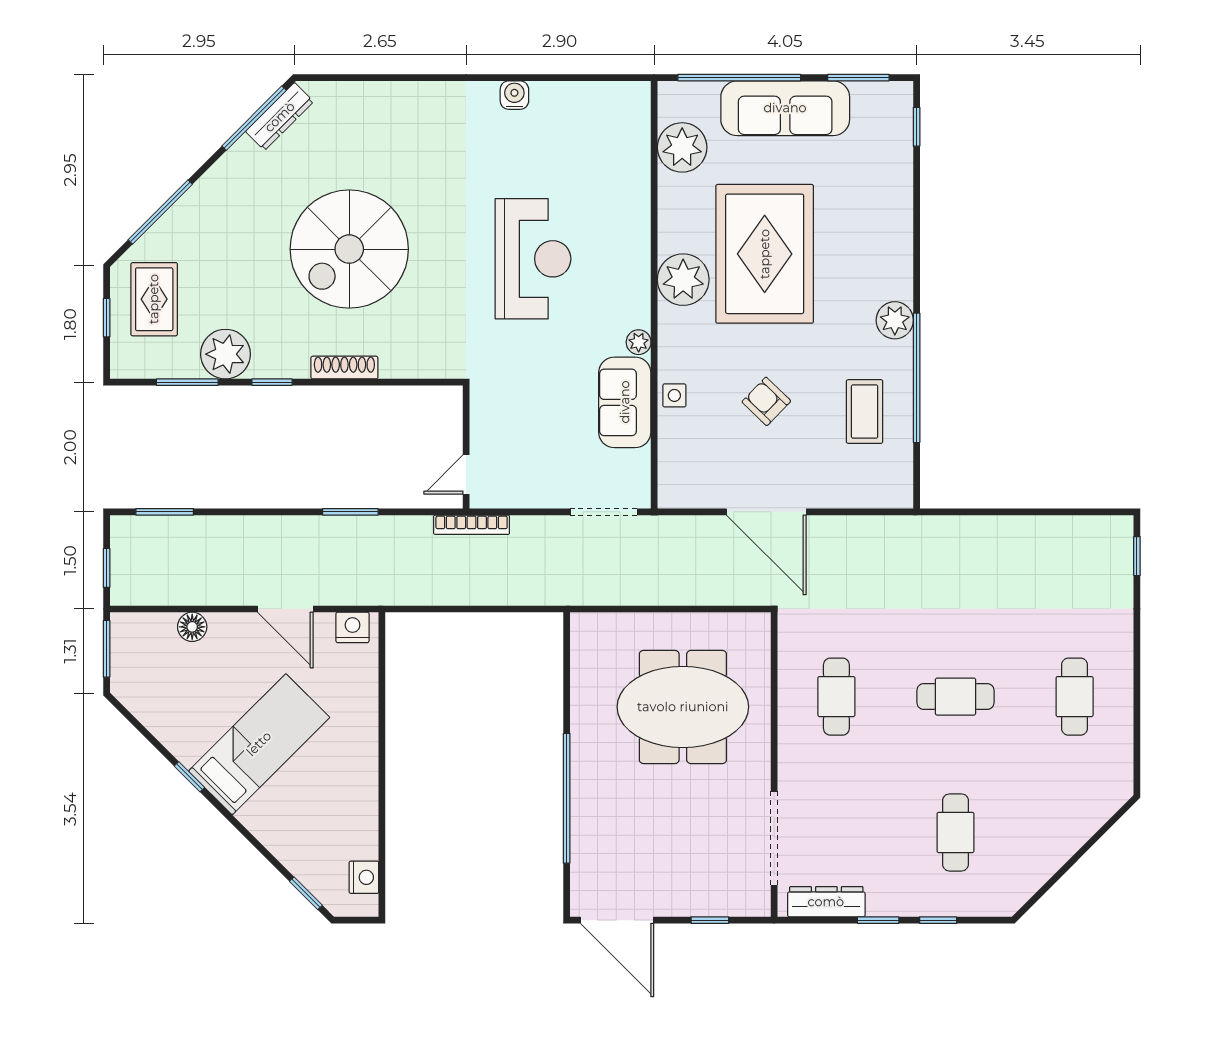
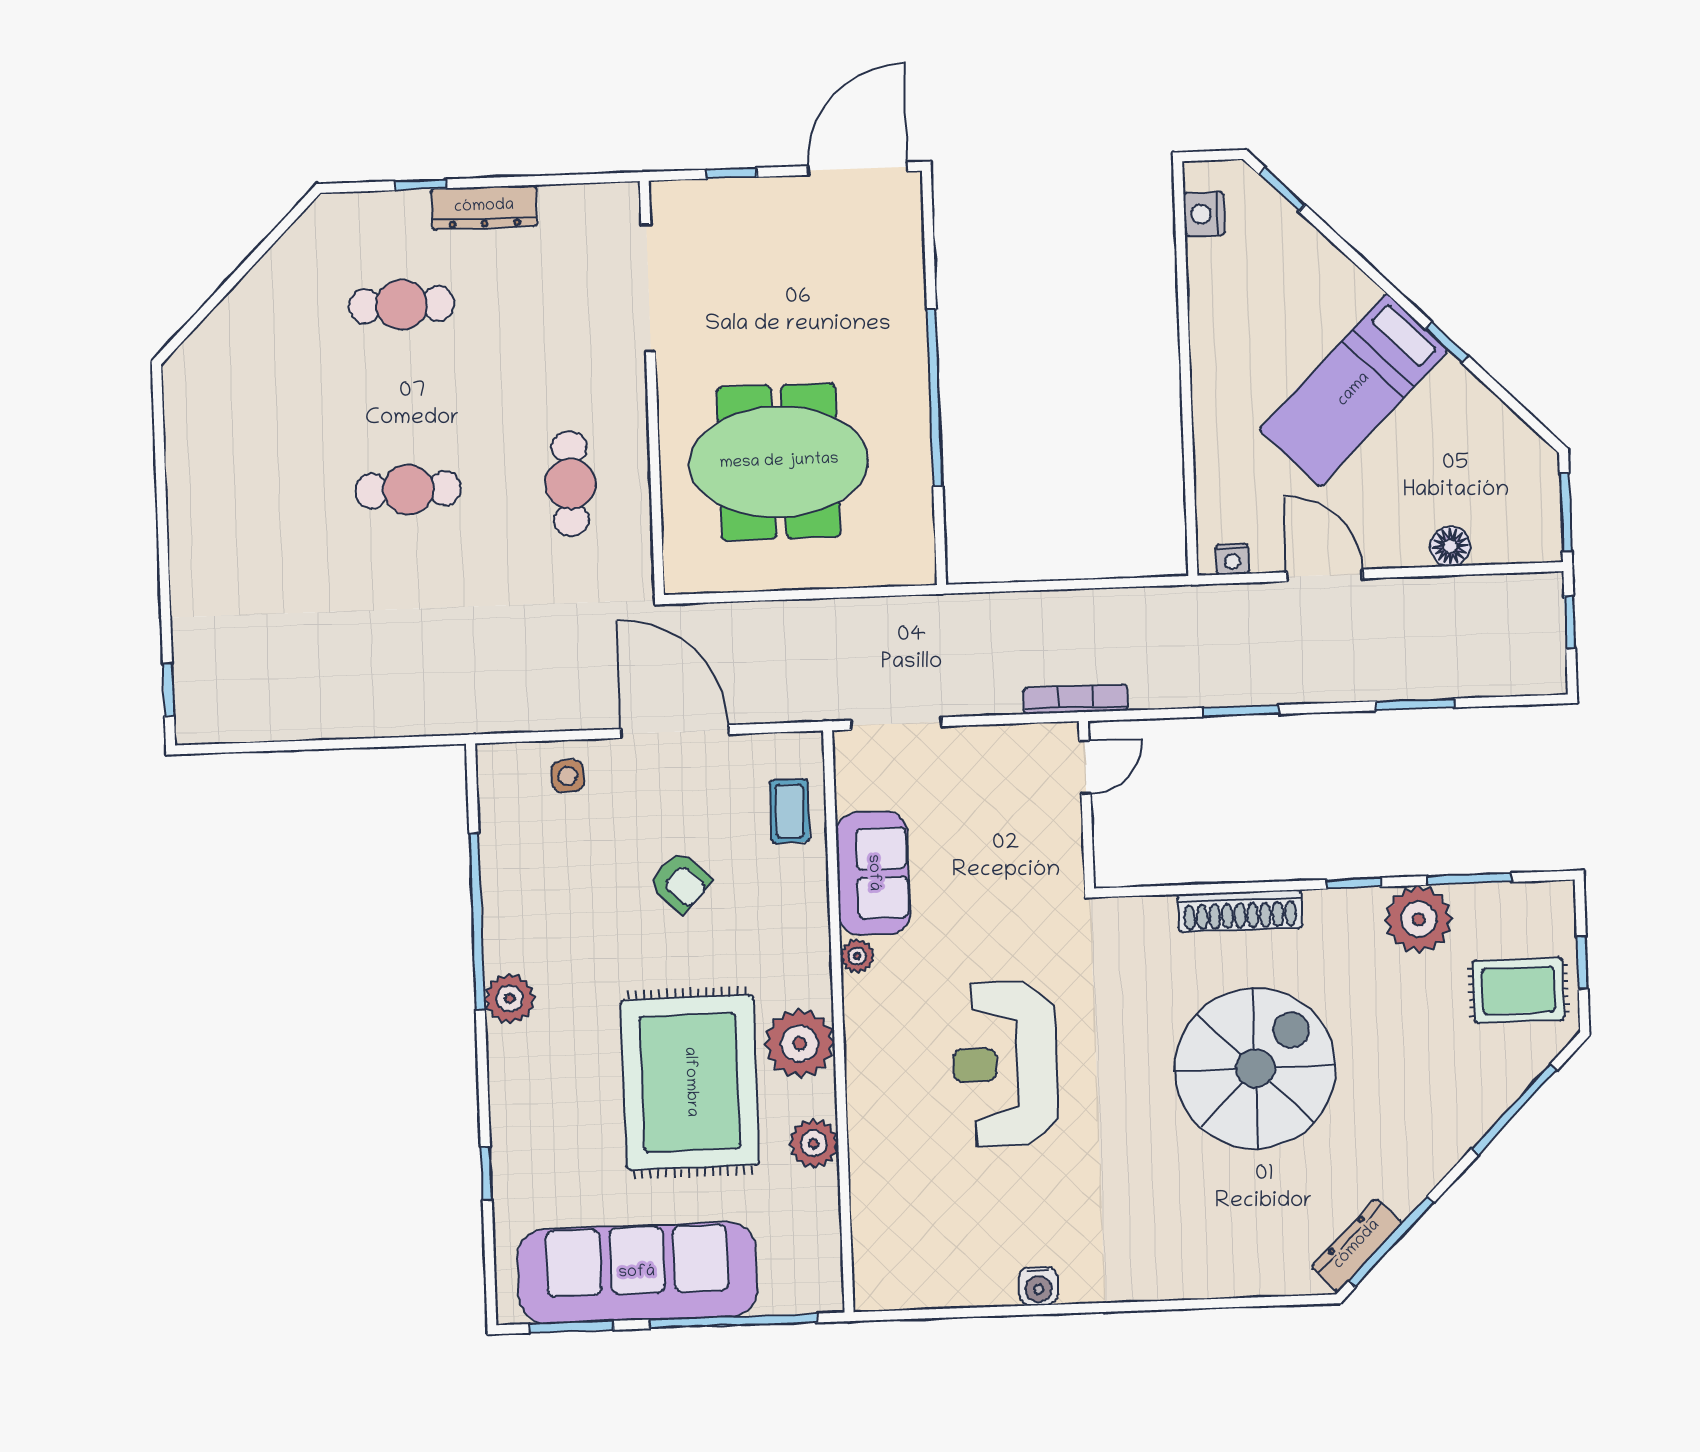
sofa: (785, 108) -> (637, 1273), width x1.36, depth x1.27
window: (917, 127) -> (486, 1173), moved
plant: (682, 147) -> (814, 1143), moved, width x0.73, depth x0.73
rug: (154, 299) -> (1518, 990), turned 90
shoe rack: (344, 368) -> (1240, 911), width x1.36, depth x1.24
side table: (674, 395) -> (568, 776), moved
coffee table: (865, 412) -> (790, 811), moved, width x0.73, depth x0.77
window: (165, 512) -> (1415, 704), moved
nightstand: (353, 627) -> (1232, 559), width x0.72, depth x0.74
cafe table: (1075, 697) -> (246, 496), removed
window: (567, 798) -> (935, 398), moved
cafe table: (955, 832) -> (401, 305), turned 90
dresser: (826, 902) -> (484, 207), moved
door: (617, 920) -> (858, 169), hinge flipped
window: (878, 920) -> (502, 182), removed

